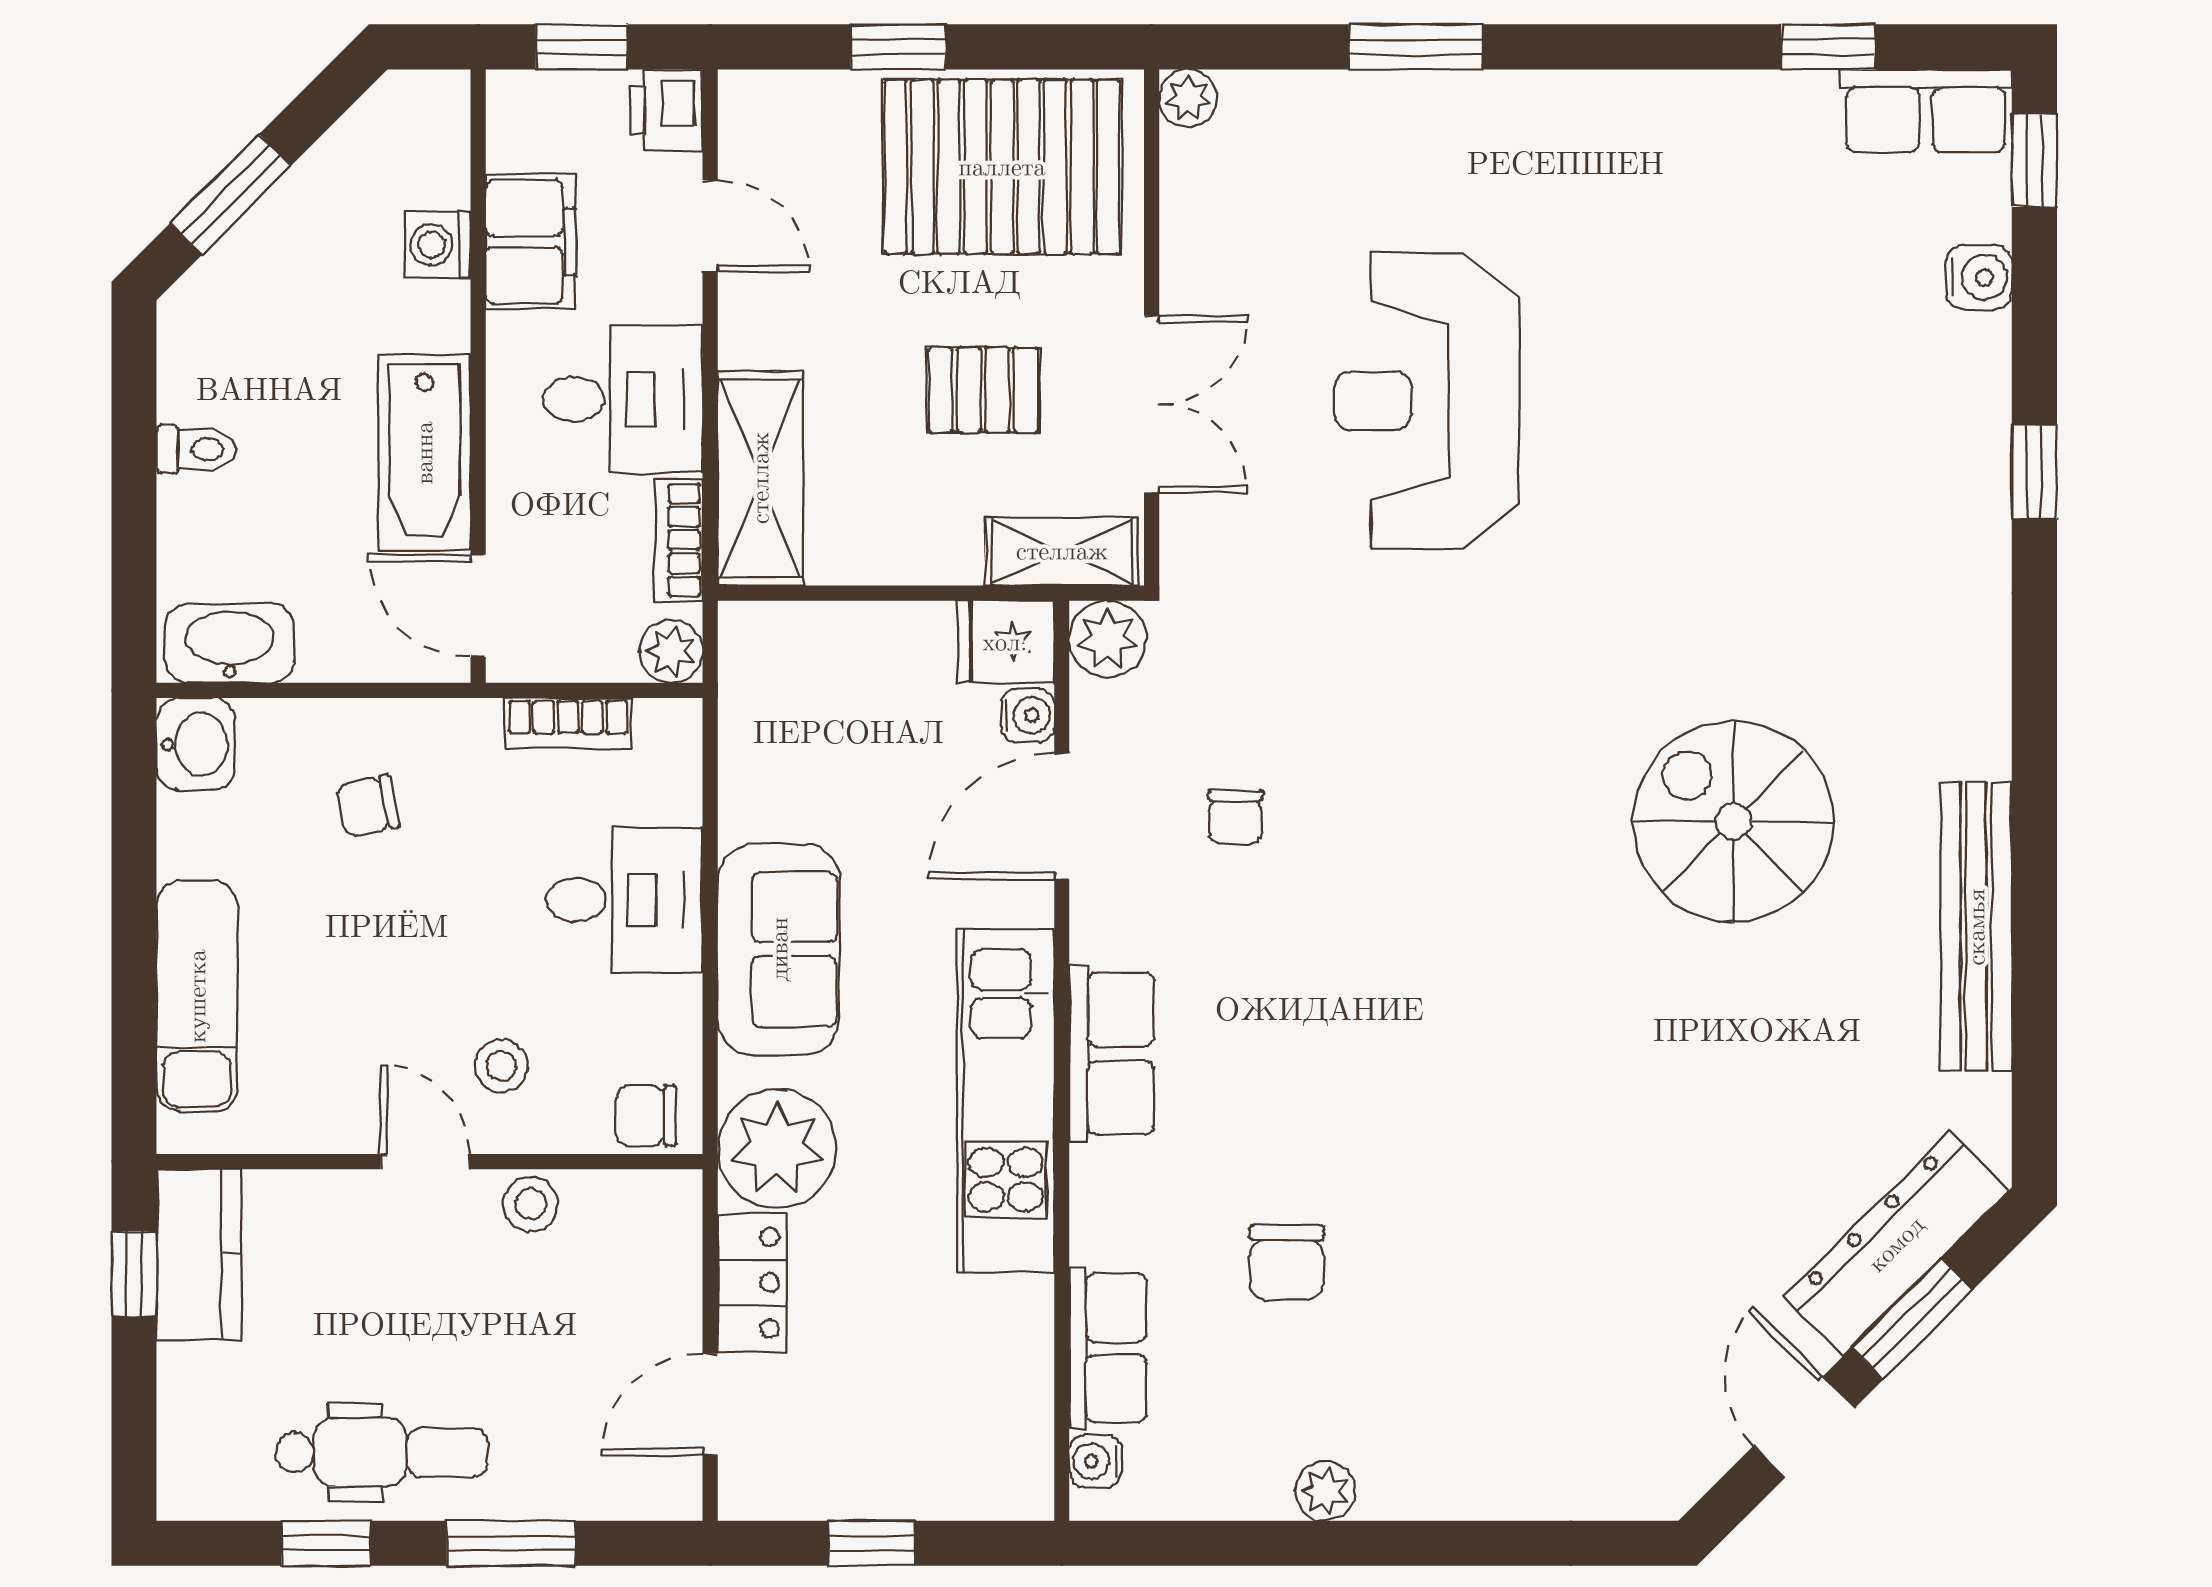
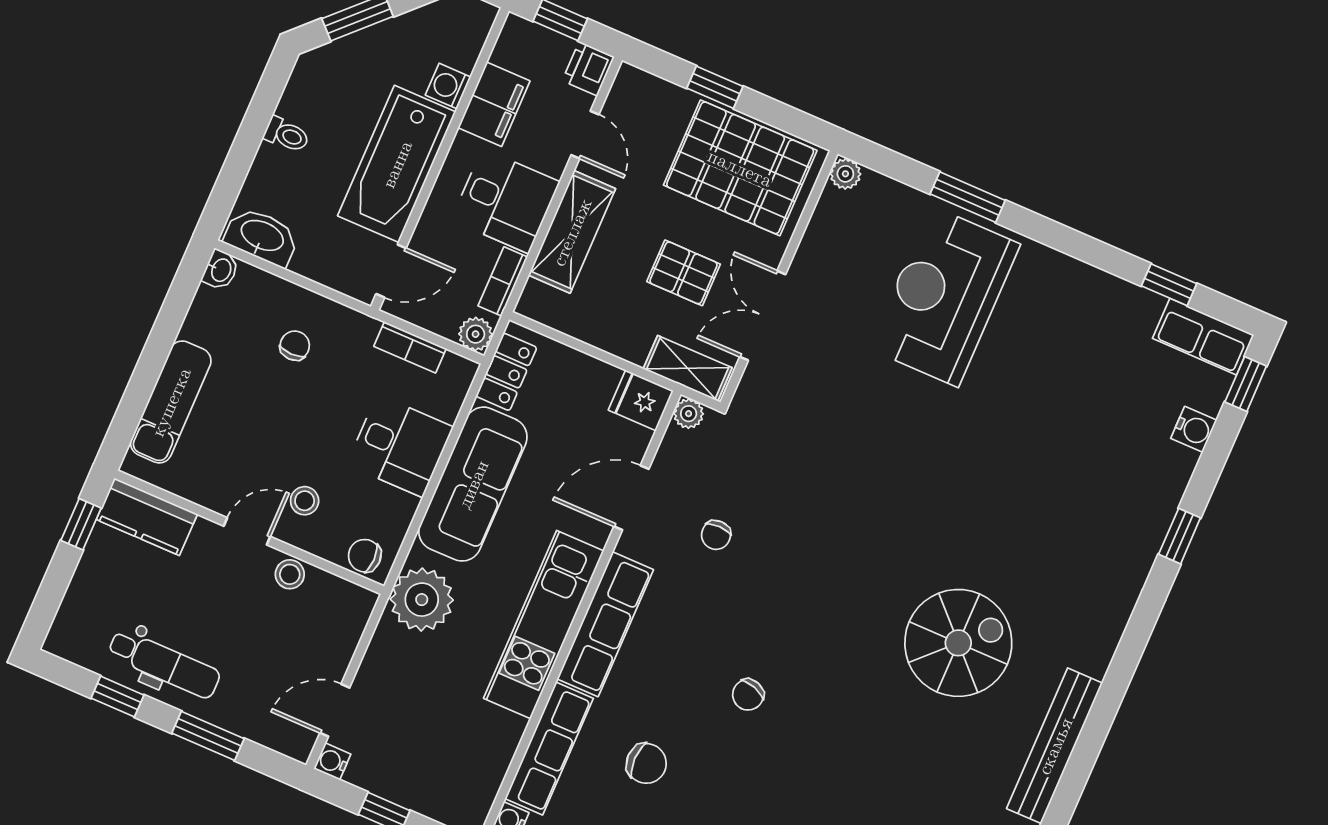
reception desk: (1427, 401) -> (944, 296), moved
double door: (1152, 404) -> (763, 316), swing flipped
bathtub: (424, 453) -> (397, 164), width x1.36, depth x1.36
shelving: (760, 478) -> (572, 232), moved
door: (478, 606) -> (391, 271), swing flipped
plant: (1108, 639) -> (689, 414), width x0.73, depth x0.73
water cooler: (1028, 715) -> (332, 761), moved, turned 180
washbasin: (196, 744) -> (220, 270), width x0.72, depth x0.69
chair: (368, 806) -> (295, 346), turned 103
spiral stairs: (1733, 822) -> (958, 643), turned 90
sofa: (779, 949) -> (473, 484), width x1.36
row of seats: (1111, 1054) -> (605, 624), width x1.48
chair: (1410, 1068) -> (748, 695), added
door: (425, 1162) -> (247, 531), hinge flipped
kitchen counter: (199, 1254) -> (147, 517), moved, turned 90
chair: (1287, 1263) -> (646, 763), turned -90
locker: (752, 1283) -> (506, 372), moved
row of seats: (1108, 1348) -> (549, 748), width x1.48

